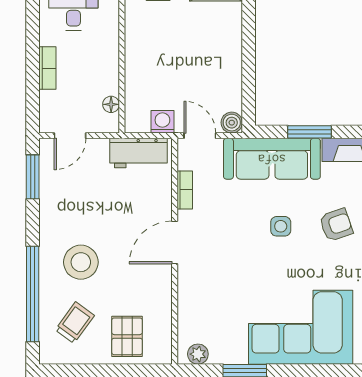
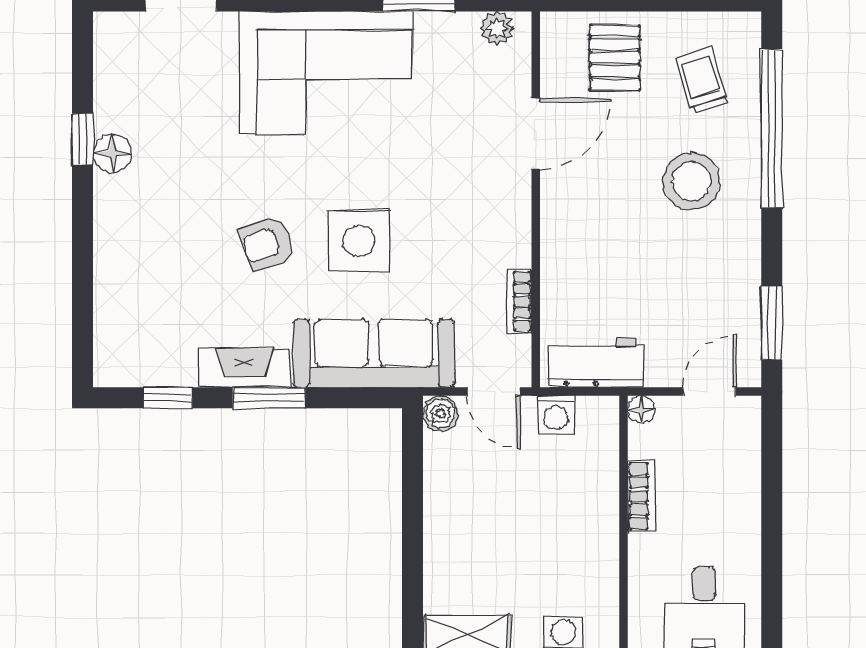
bookcase: (47, 68) -> (642, 496), moved, turned 180
floor lamp: (111, 104) -> (641, 409), moved
window: (310, 132) -> (269, 398), moved
side table: (281, 226) -> (359, 241), width x1.87, depth x1.87
door: (175, 243) -> (536, 134), moved
trolley: (75, 323) -> (702, 81), turned 127

